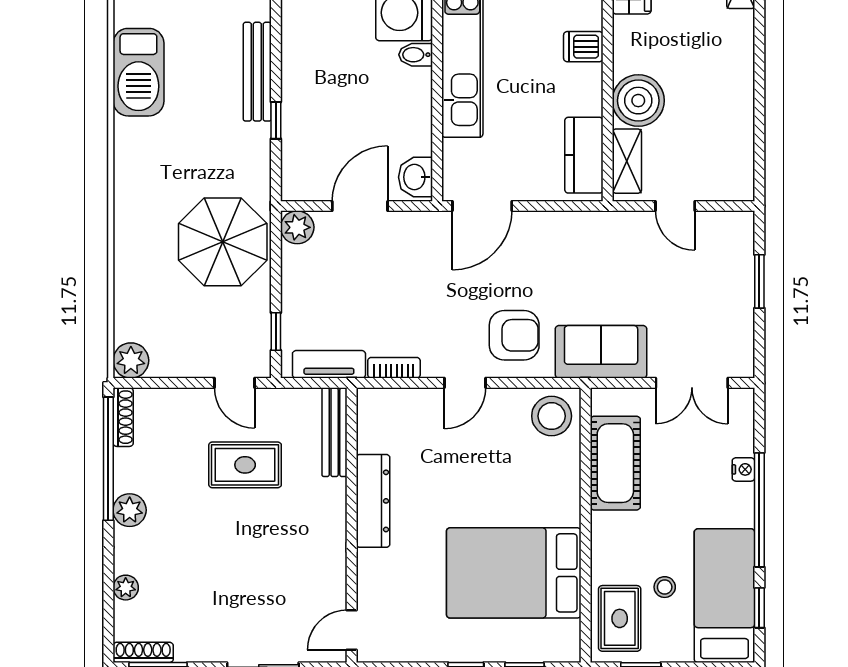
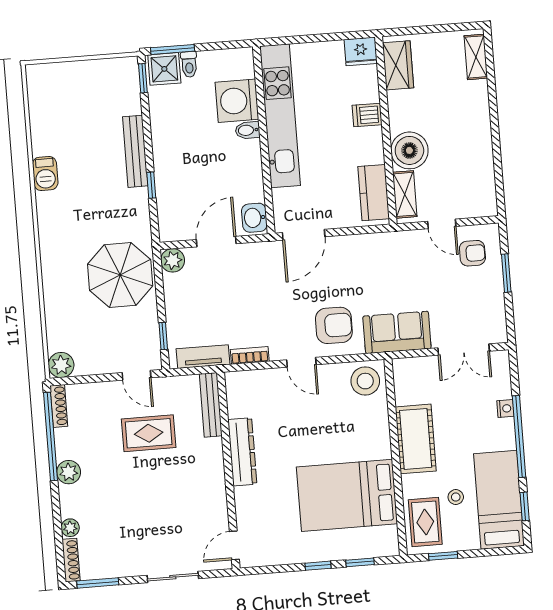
barbecue: (138, 72) -> (45, 174), width x0.53, depth x0.65
armchair: (714, 250) -> (472, 253), added
door: (465, 383) -> (301, 362), hinge flipped
cot: (615, 463) -> (416, 439), moved
shoe rack: (143, 652) -> (71, 560), moved, turned 90

